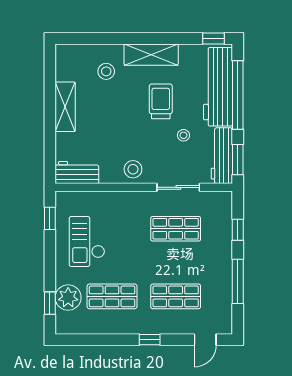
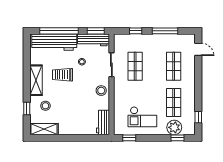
window: (213, 38) -> (27, 109), moved
shelving: (65, 107) -> (44, 129), moved
window: (150, 340) -> (198, 117), moved

